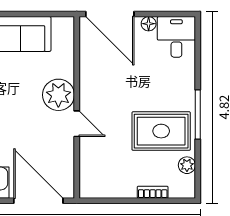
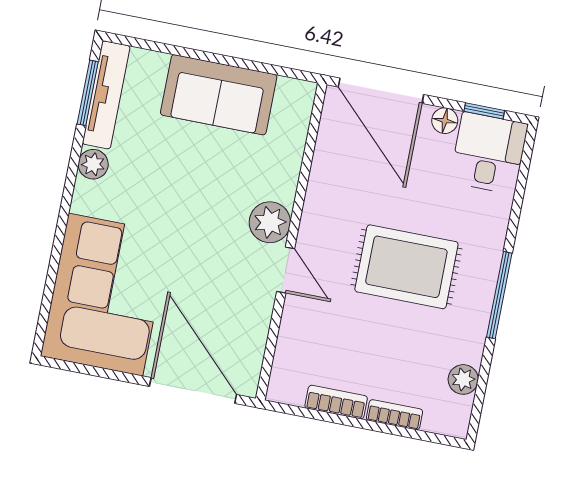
window: (169, 14) -> (484, 111), added
plant: (58, 95) -> (270, 222), width x0.73, depth x0.73
rug: (161, 131) -> (406, 267), moved
bookcase: (119, 192) -> (336, 402), added

